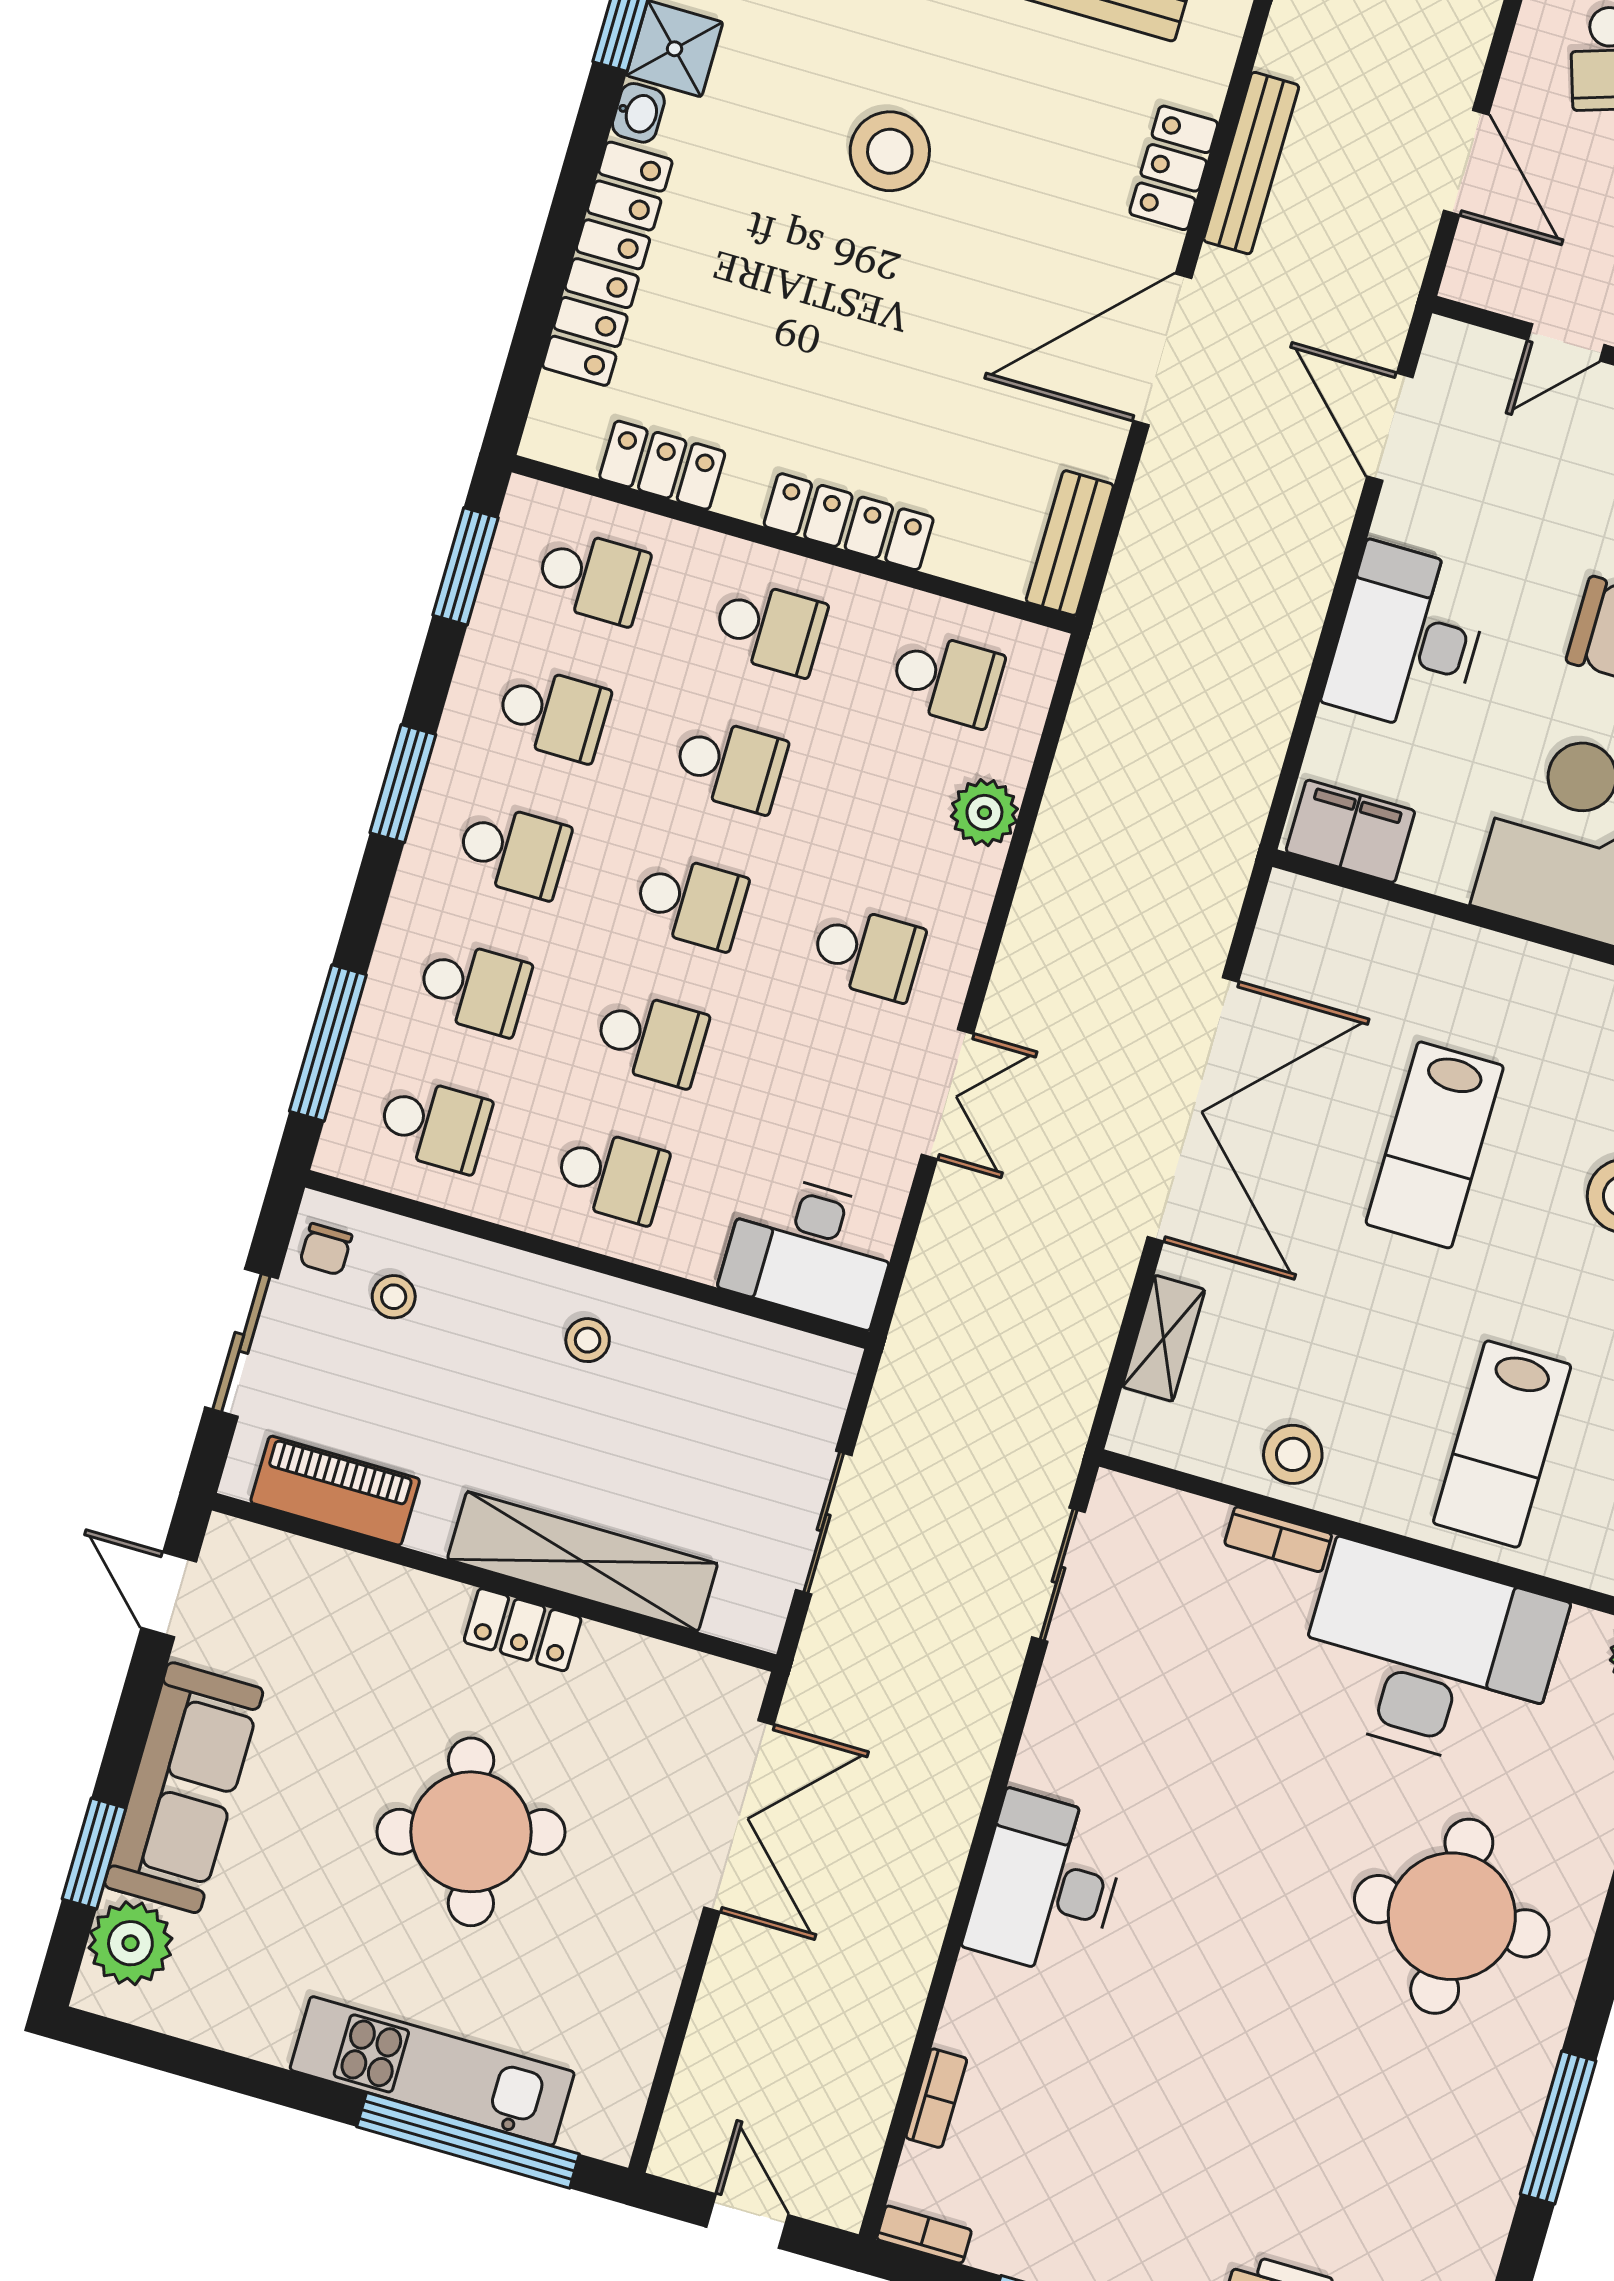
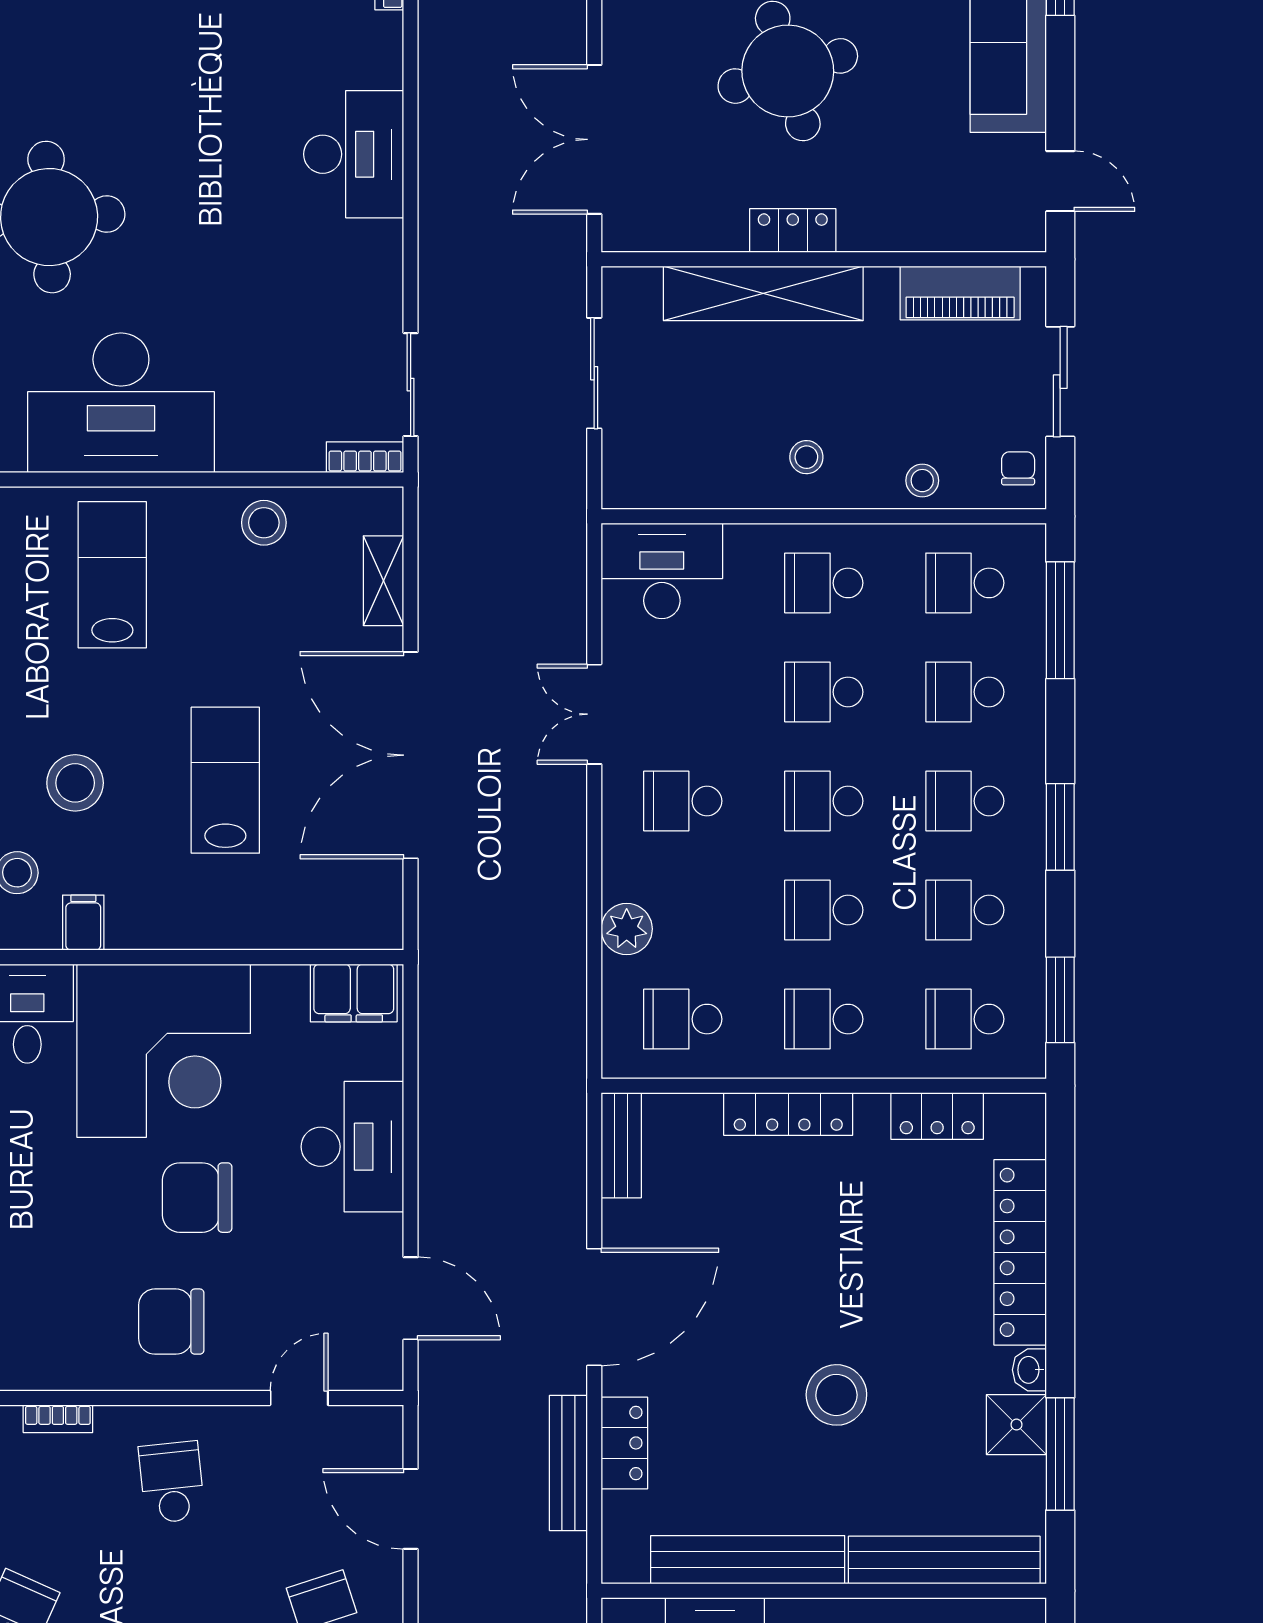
stool: (394, 1297) -> (922, 481), moved
bookcase: (1278, 1539) -> (365, 457), moved

